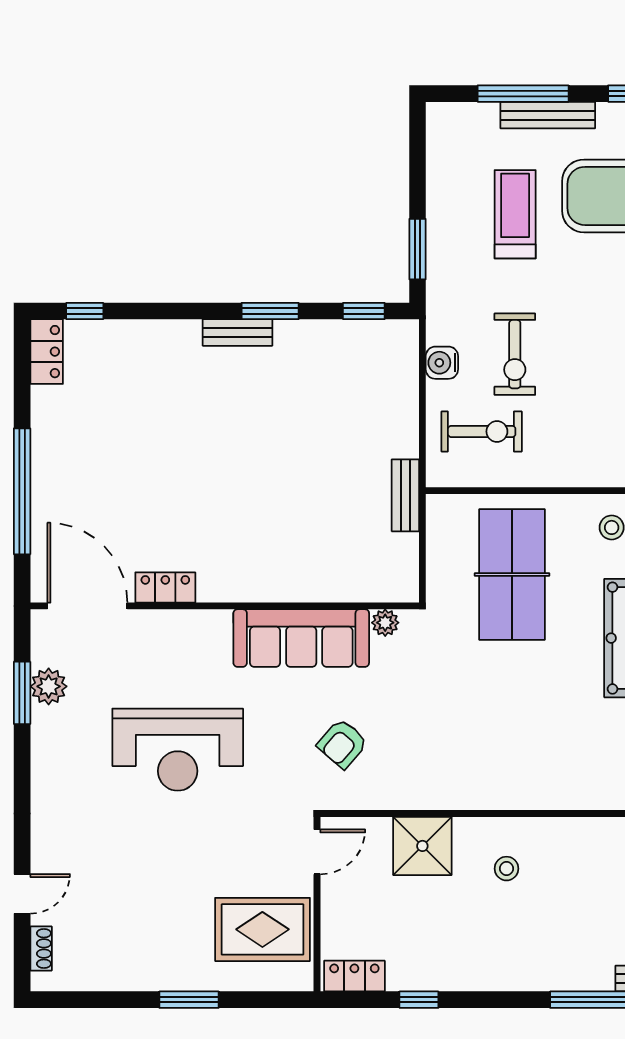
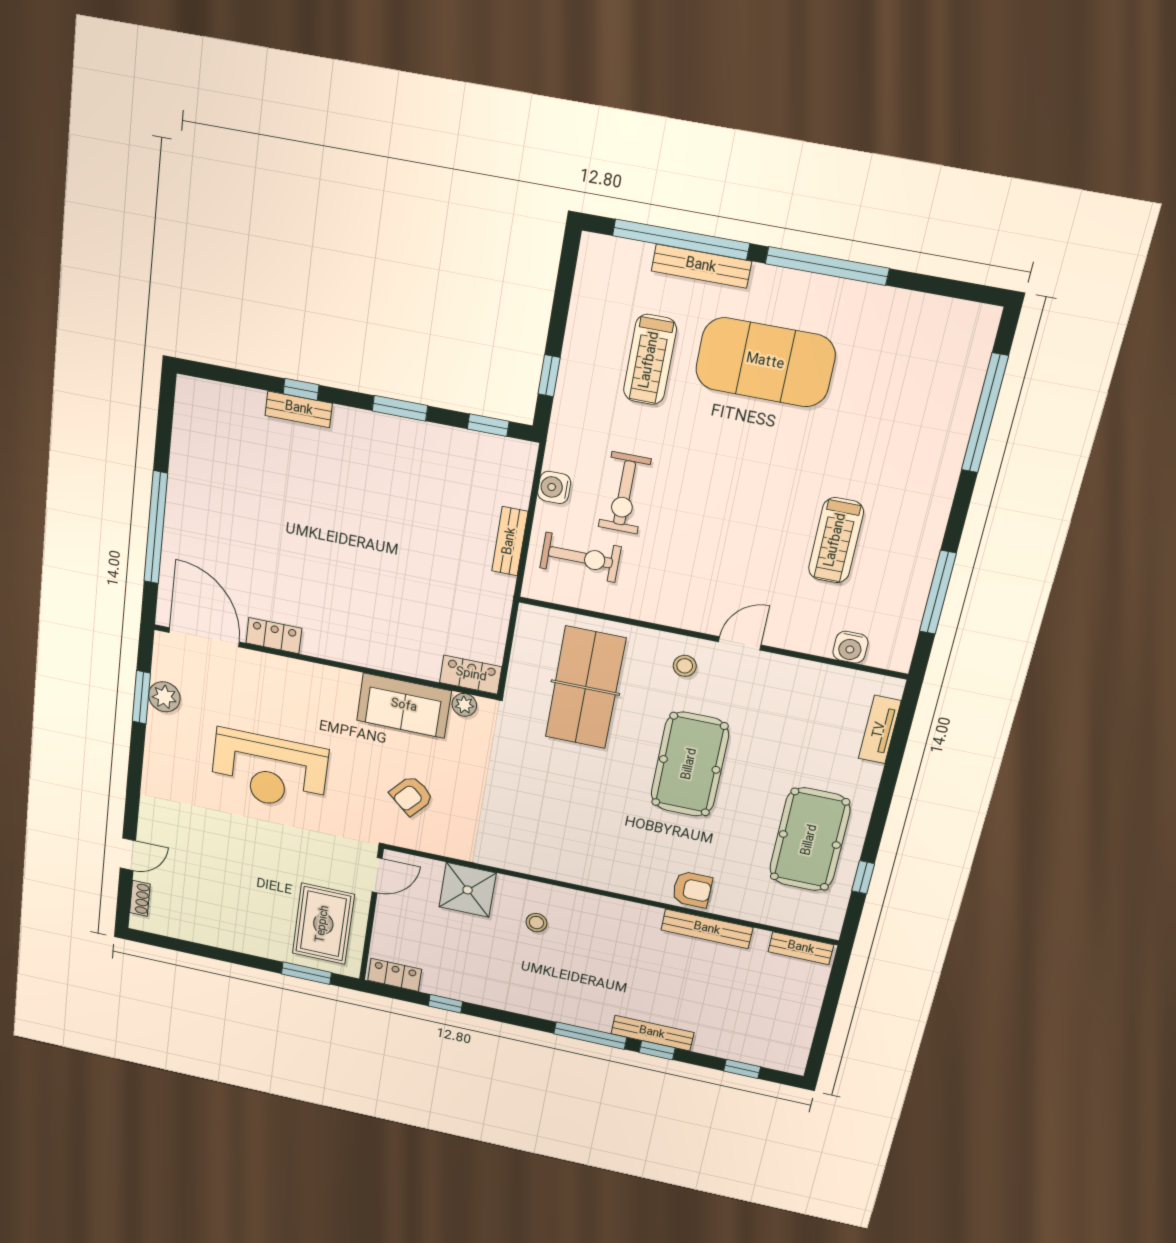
window: (523, 94) -> (681, 240), width x1.46
treadmill: (515, 214) -> (650, 360), turned 180
window: (418, 249) -> (549, 376), width x0.67
window: (85, 311) -> (301, 389), moved
bench: (237, 333) -> (299, 409), moved
locker: (47, 352) -> (471, 675), moved, turned -90
bench: (405, 495) -> (510, 541), moved
sofa: (301, 638) -> (404, 706), width x0.73
rug: (262, 929) -> (323, 924), turned 90
window: (189, 1000) -> (306, 973), moved

